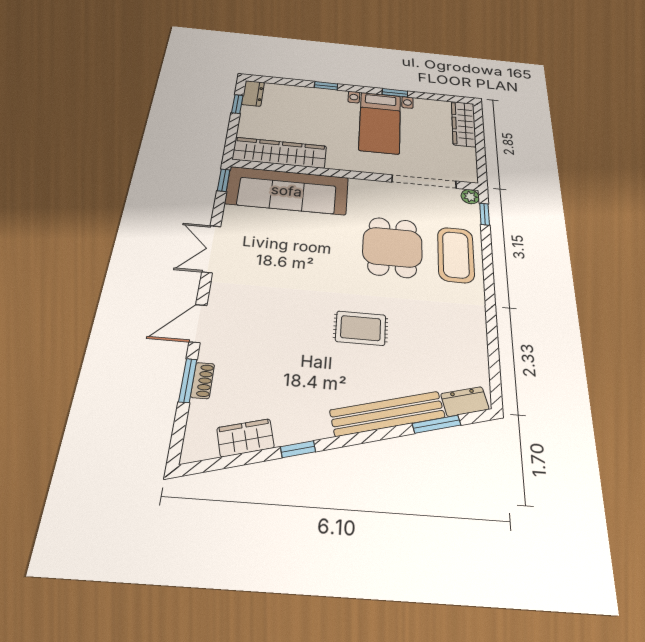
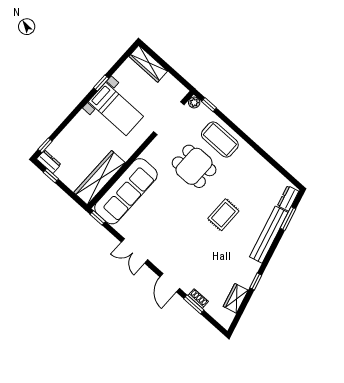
window: (326, 86) -> (45, 145), moved

